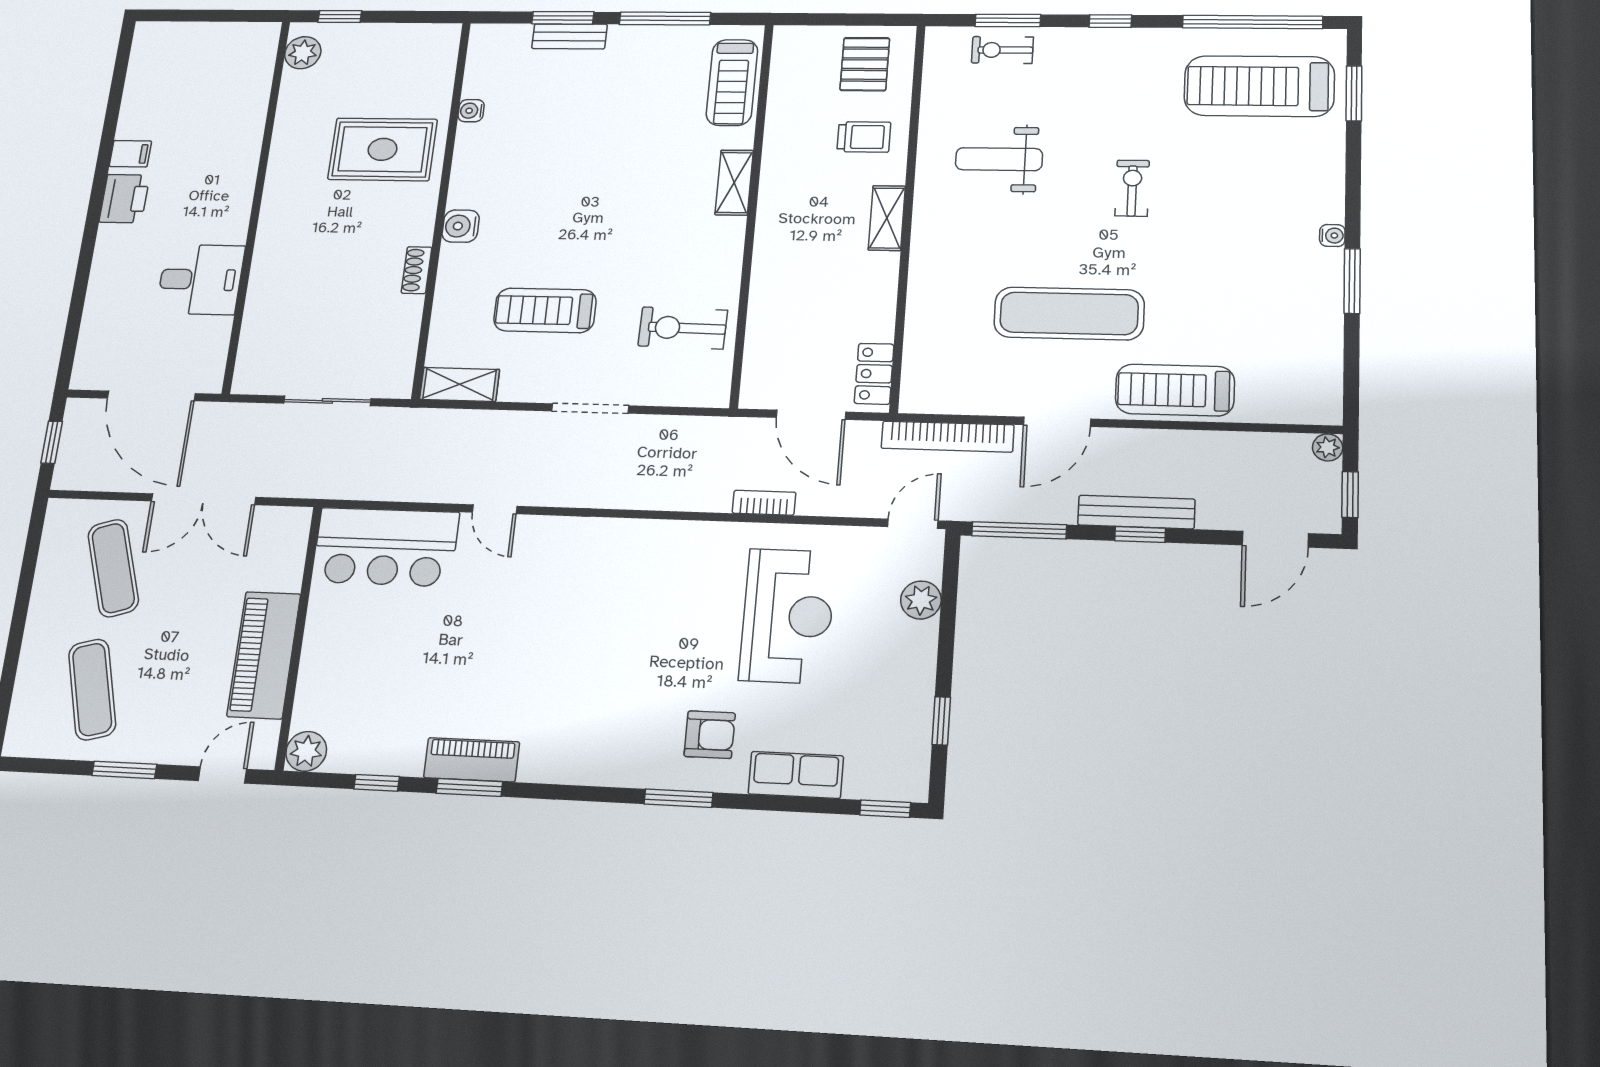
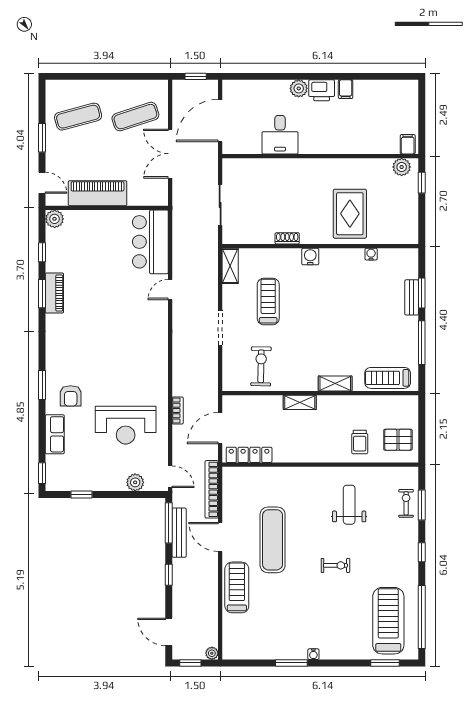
filing cabinet: (259, 41) -> (408, 144), added
shelving: (887, 218) -> (300, 402), moved
plant: (113, 242) -> (299, 88), added
locker: (874, 374) -> (249, 455), width x1.53
bench: (1136, 512) -> (179, 533), moved

